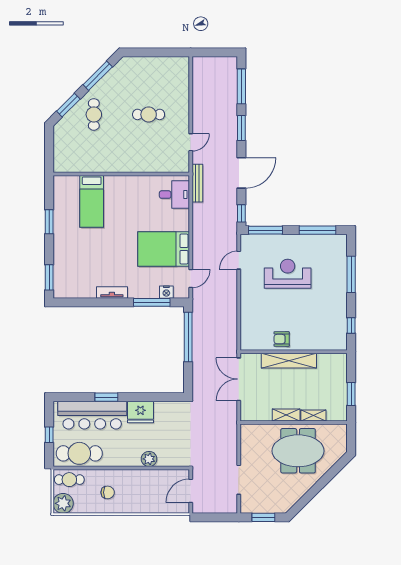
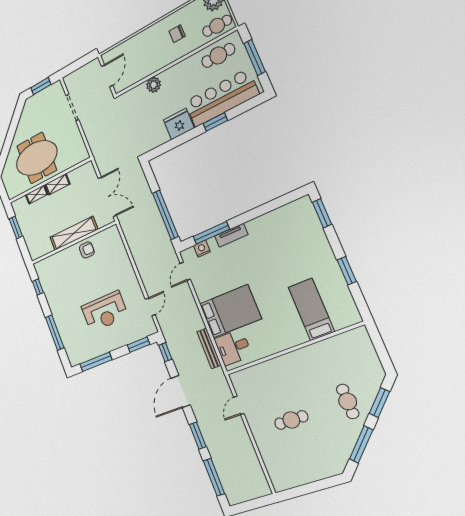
bench: (197, 183) -> (209, 348), moved
window: (266, 230) -> (138, 345), width x0.69
bed: (164, 249) -> (230, 311), moved
tv unit: (112, 292) -> (231, 235), moved
window: (49, 435) -> (255, 58), width x2.17
cafe table: (79, 453) -> (218, 55), width x0.73, depth x0.74

